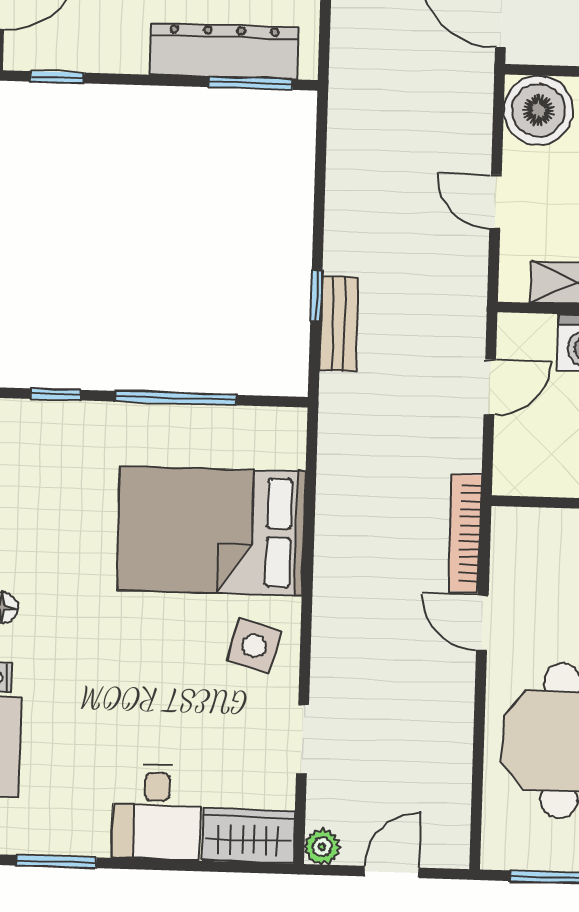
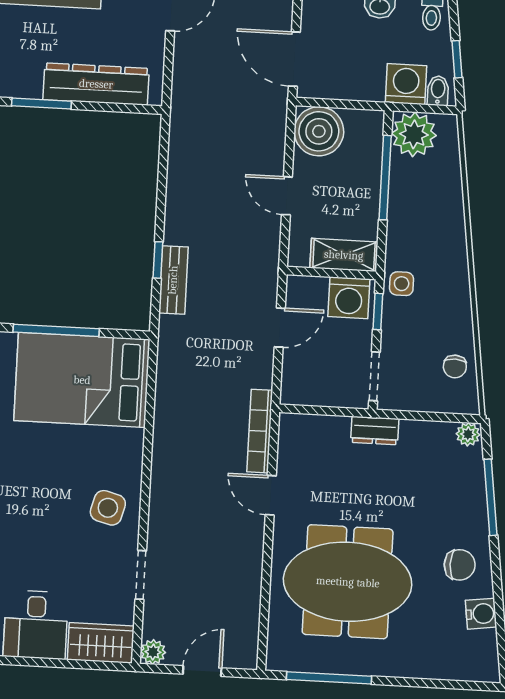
window: (251, 83) -> (41, 104), moved
bed: (211, 531) -> (82, 380), moved

